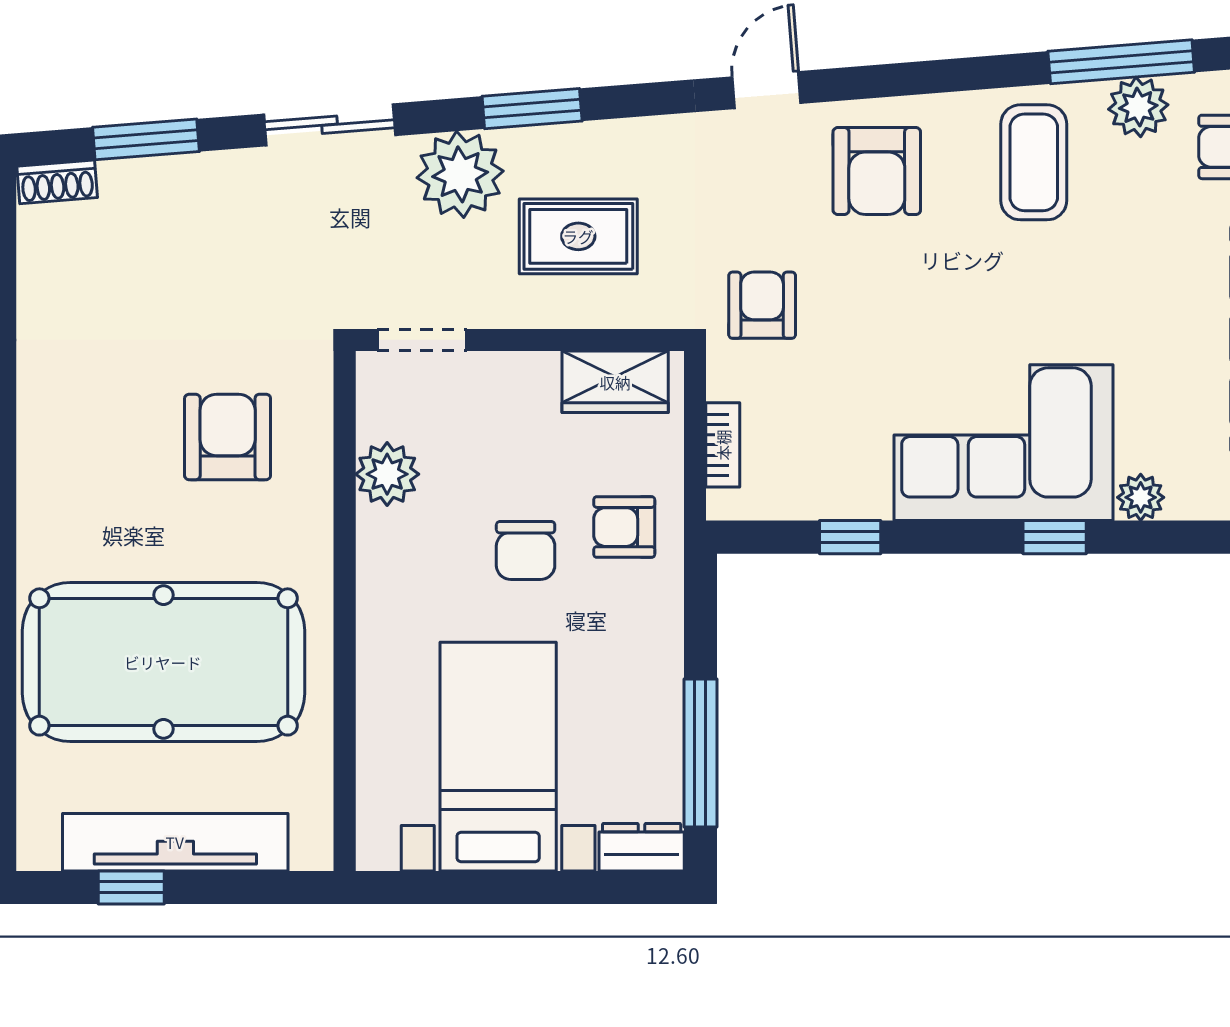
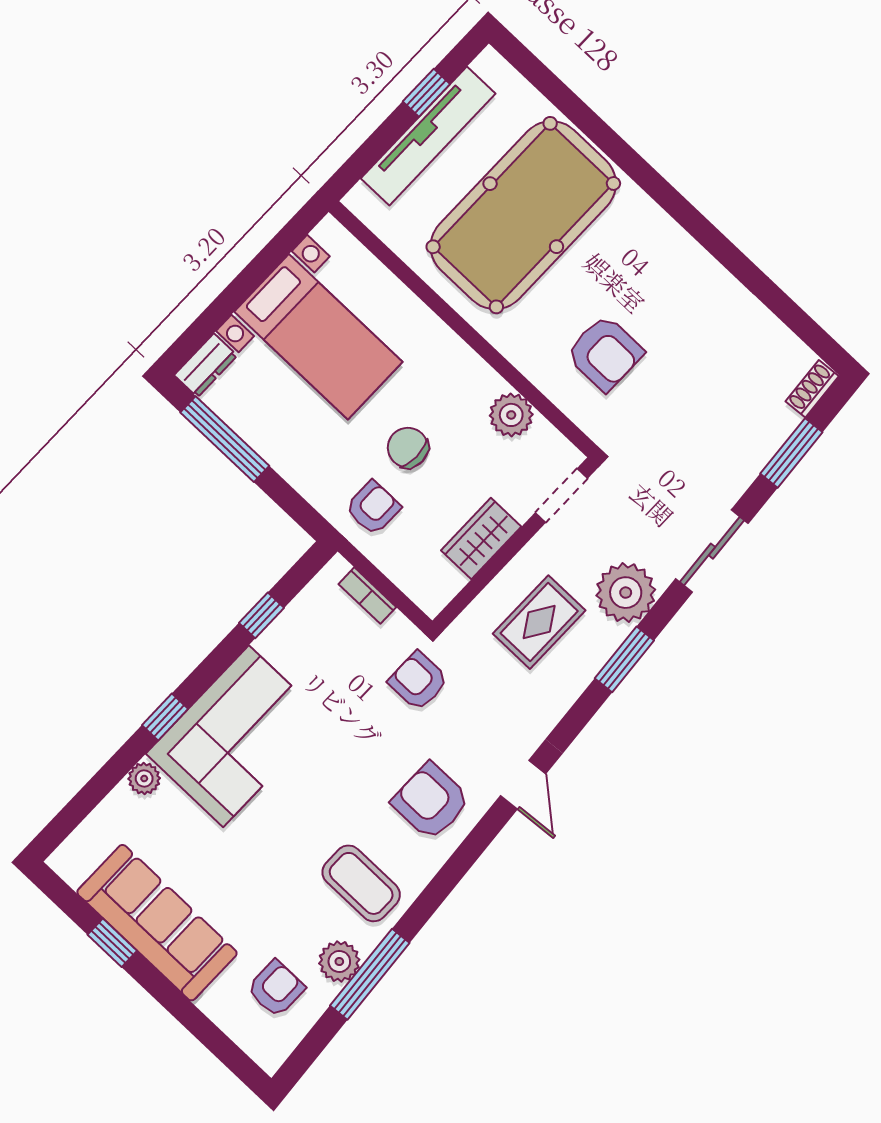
armchair: (762, 305) -> (418, 681), turned 180
wardrobe: (615, 382) -> (481, 539), moved

